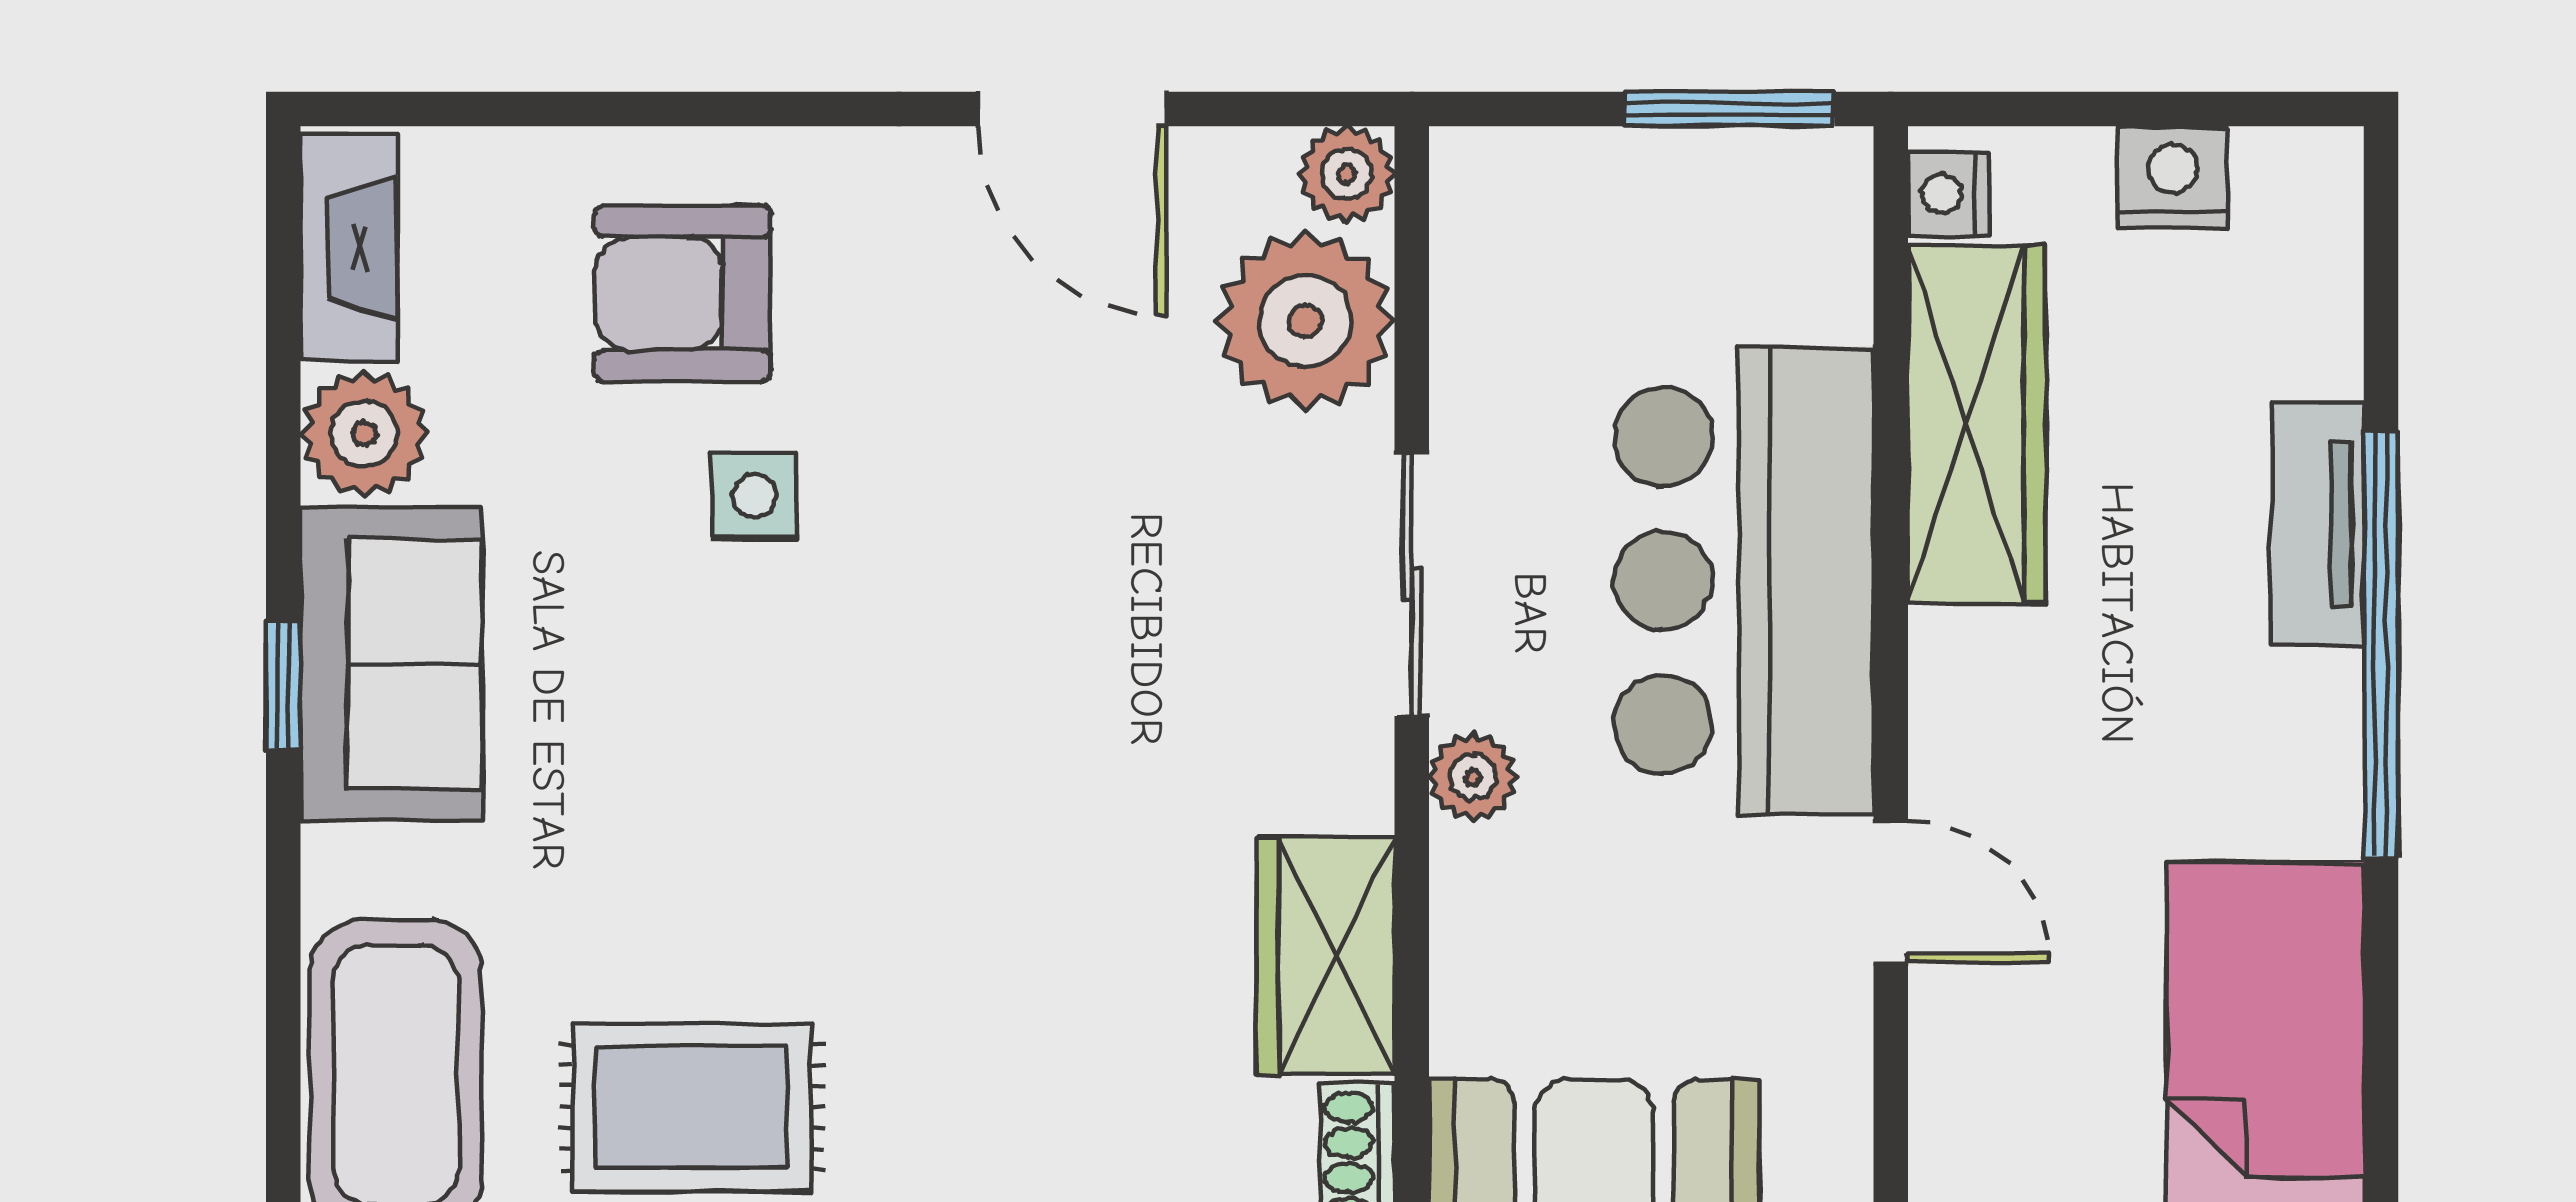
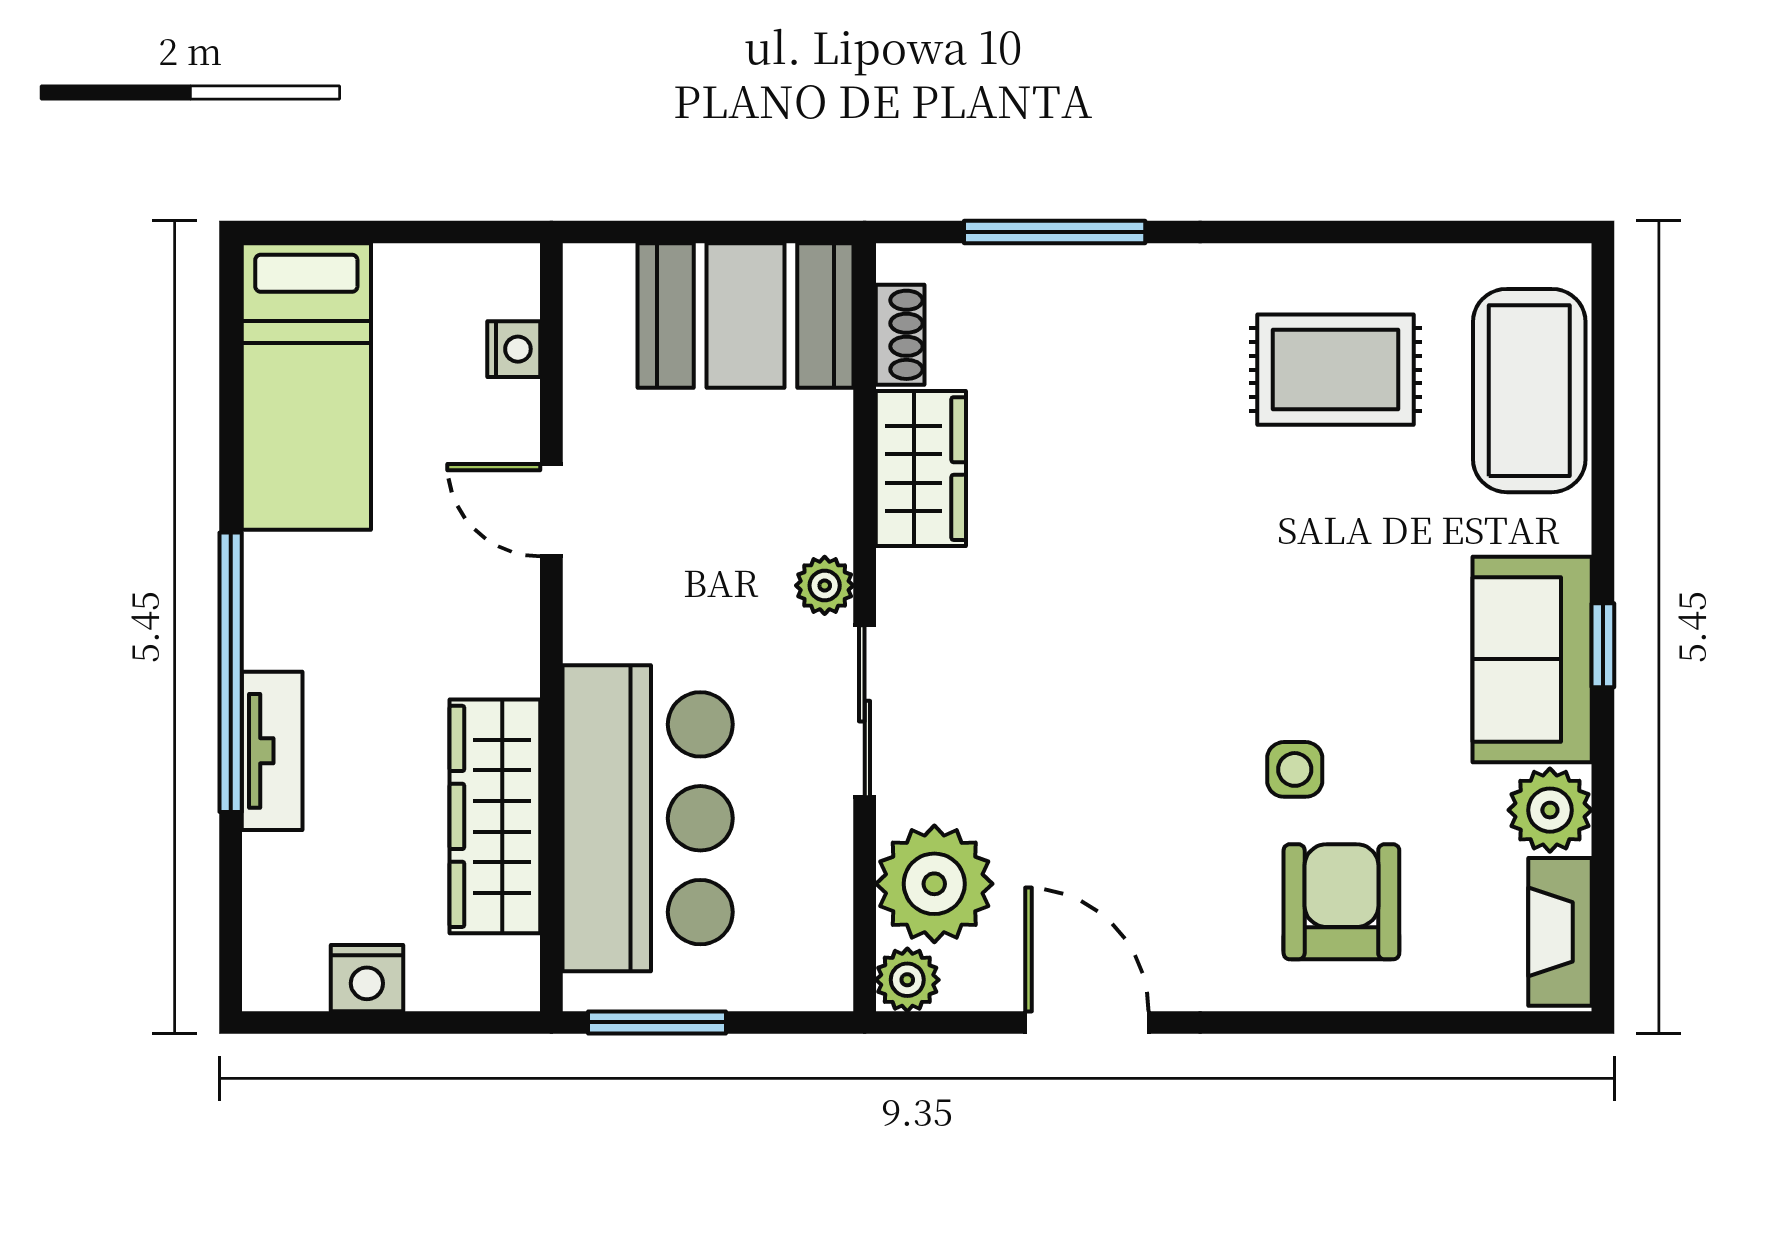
nightstand: (1948, 193) -> (514, 349), moved
armchair: (683, 293) -> (1341, 902), turned -90
bar counter: (1744, 581) -> (648, 818), moved

